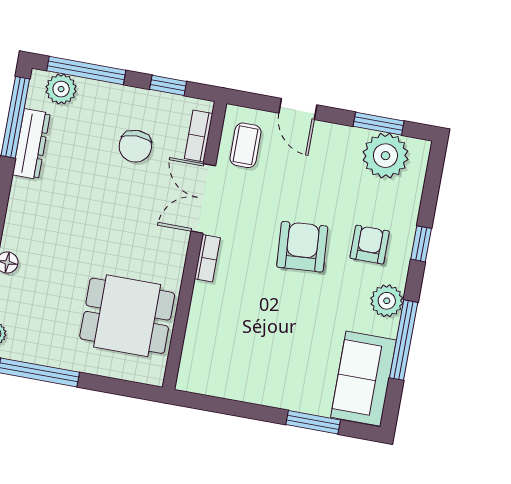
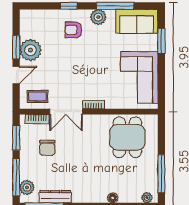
window: (168, 85) -> (16, 138), width x1.50
window: (379, 124) -> (16, 47), moved
chair: (135, 146) -> (47, 148), turned 90
plant: (385, 156) -> (30, 50), moved
armchair: (302, 247) -> (80, 61), removed
corner sofa: (246, 363) -> (139, 78), added

